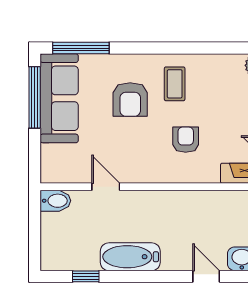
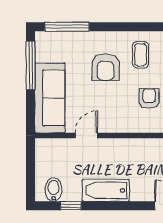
sofa: (59, 98) -> (50, 98), moved
door: (106, 187) -> (86, 136), hinge flipped
bidet: (55, 201) -> (53, 189), moved, turned -90

